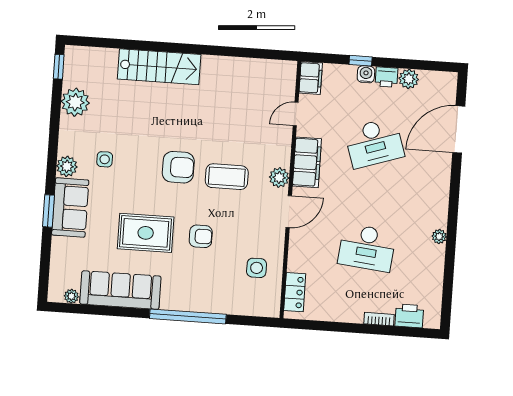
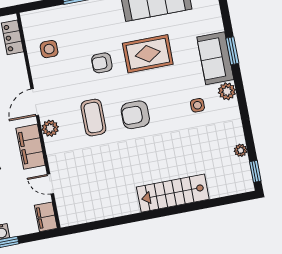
plant: (75, 102) -> (241, 150), width x0.53, depth x0.53
door: (296, 114) -> (50, 184), swing flipped
coffee table: (227, 177) -> (93, 118), turned 90

